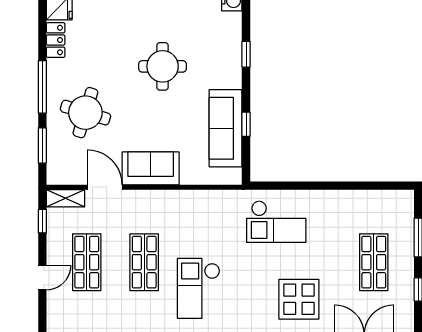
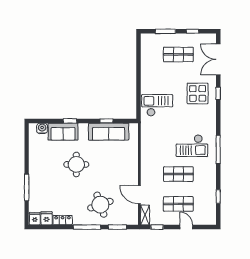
round table: (85, 113) -> (100, 205), turned -36
sofa: (151, 168) -> (63, 132), moved, turned -90
door: (105, 187) -> (139, 195), hinge flipped
checkout: (276, 222) -> (157, 105), turned -90

